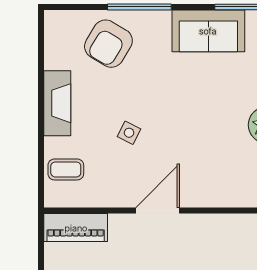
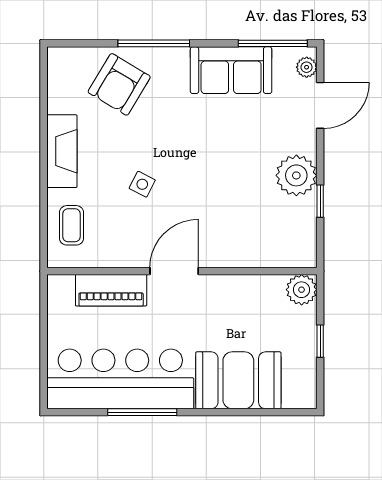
coffee table: (66, 169) -> (72, 225), turned 90
piano: (76, 228) -> (111, 290), moved

